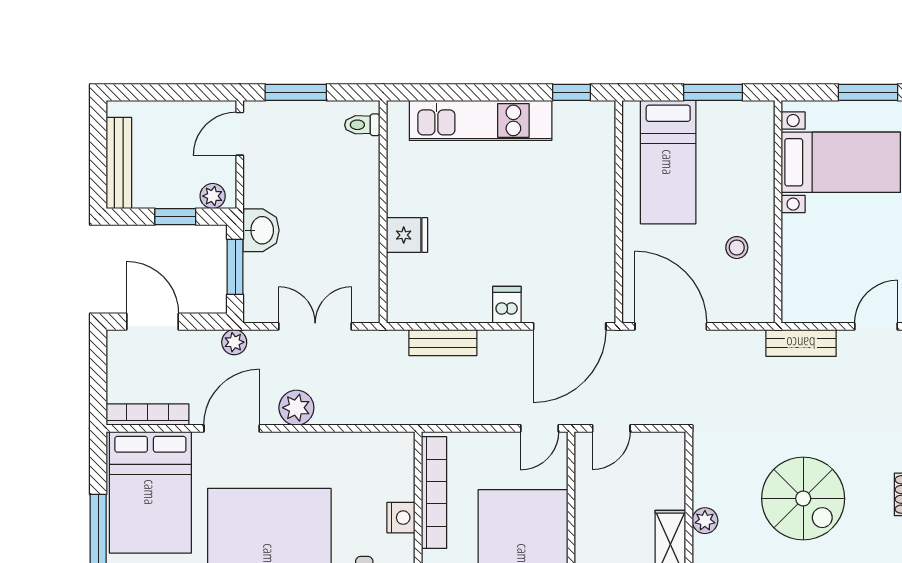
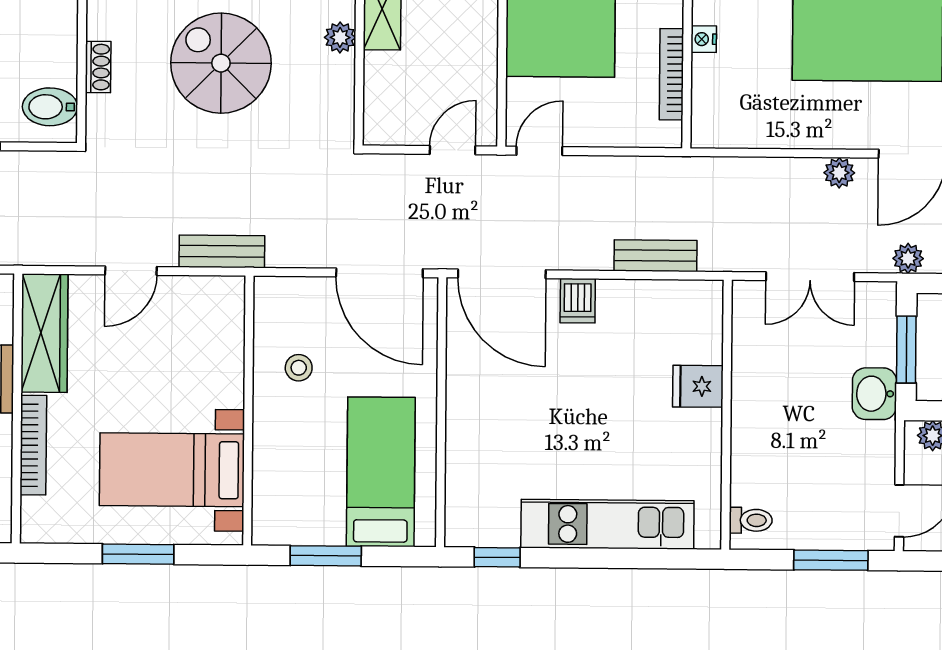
door: (570, 326) -> (502, 274), swing flipped
plant: (296, 408) -> (839, 173), width x0.73, depth x0.73
bookcase: (434, 493) -> (671, 74), width x0.68, depth x0.76
nightstand: (401, 518) -> (704, 39), width x0.72, depth x0.74

